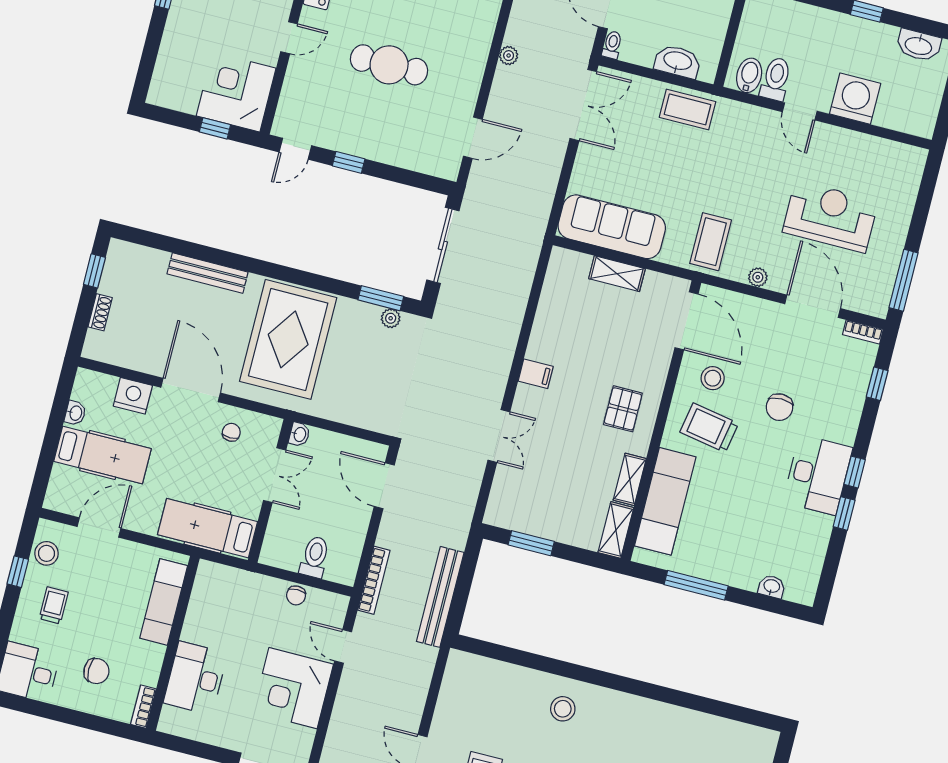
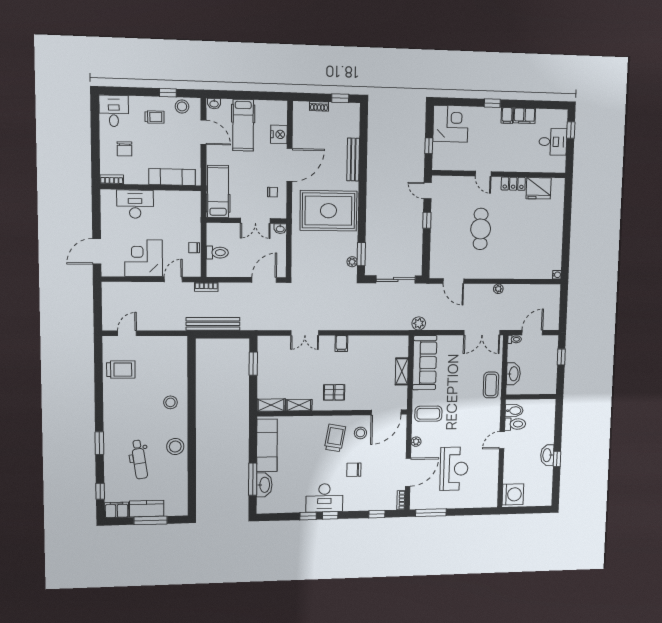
washbasin: (919, 45) -> (547, 455), moved
corner desk: (236, 92) -> (451, 124), moved
washing machine: (855, 99) -> (513, 494), moved
plant: (535, 221) -> (419, 323), added
washbasin: (75, 413) -> (214, 104), moved
exam couch: (665, 501) -> (267, 445), moved, turned -90
bookcase: (374, 580) -> (206, 287), width x0.64
window: (696, 585) -> (253, 479), moved
washbasin: (772, 587) -> (264, 485), width x1.91, depth x1.45
stool: (646, 721) -> (175, 447), added

